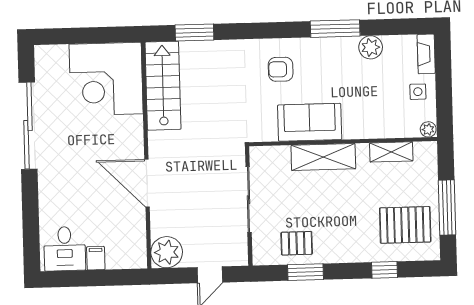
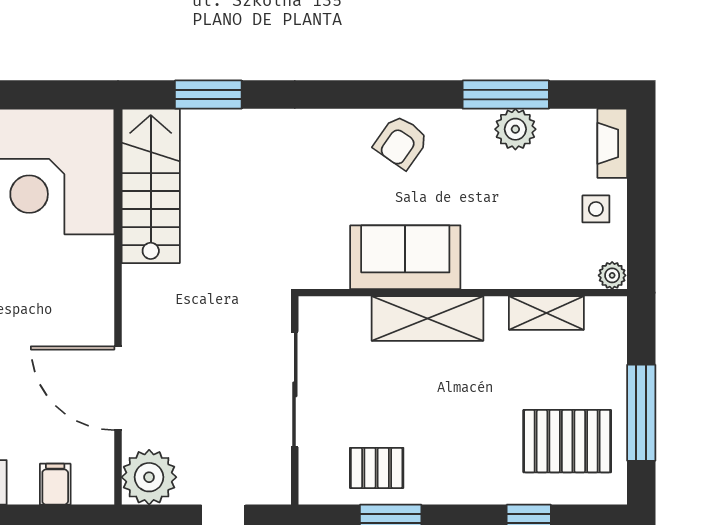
window: (335, 29) -> (506, 95), moved
armchair: (281, 69) -> (401, 142), moved, turned -55
door: (147, 183) -> (118, 388), moved
filing cabinet: (96, 258) -> (55, 484), moved

